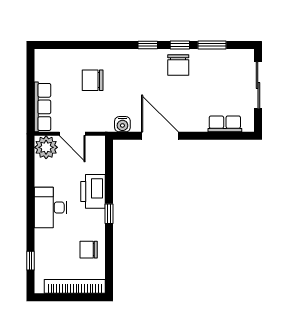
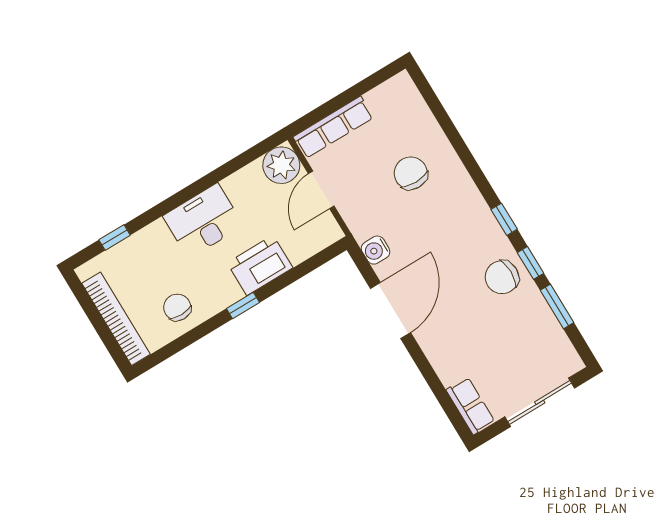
row of seats: (225, 124) -> (470, 406), moved

